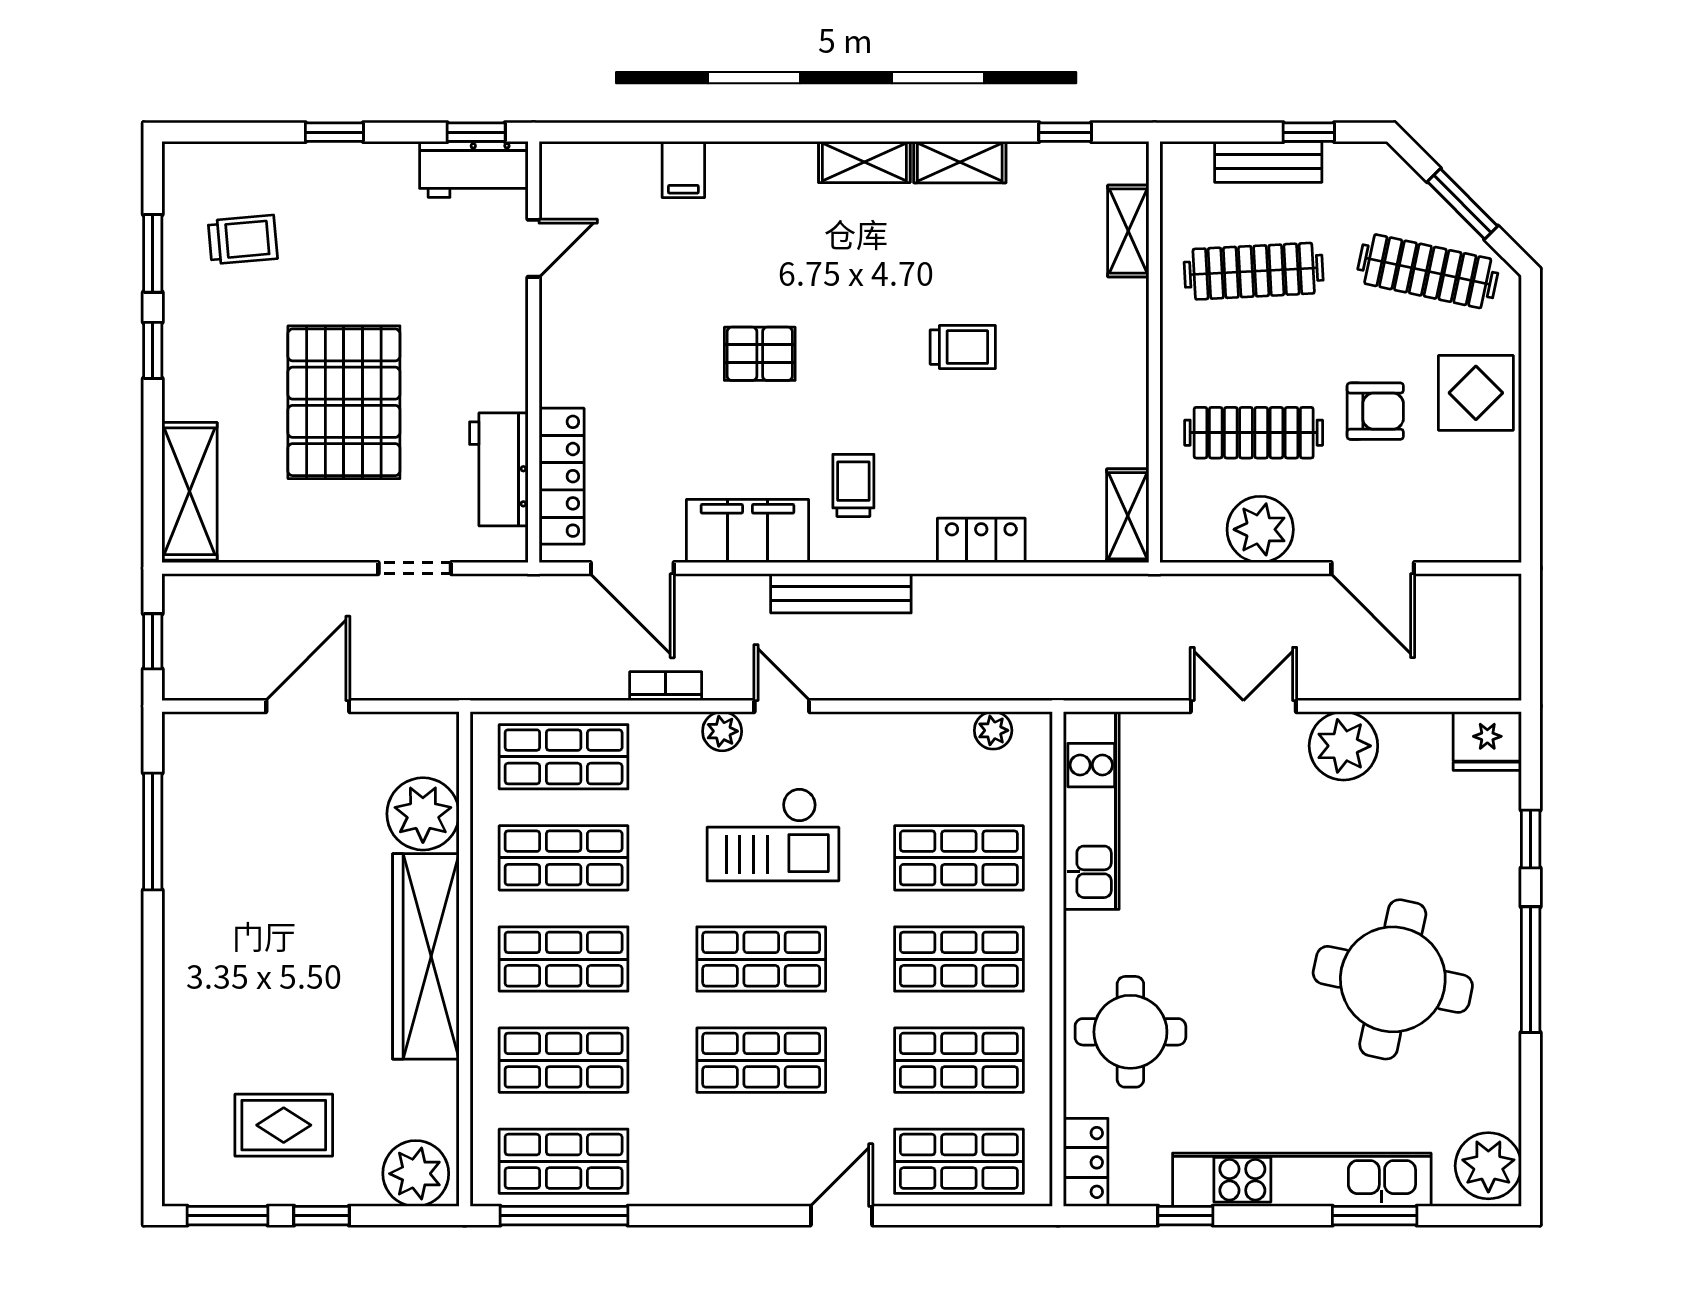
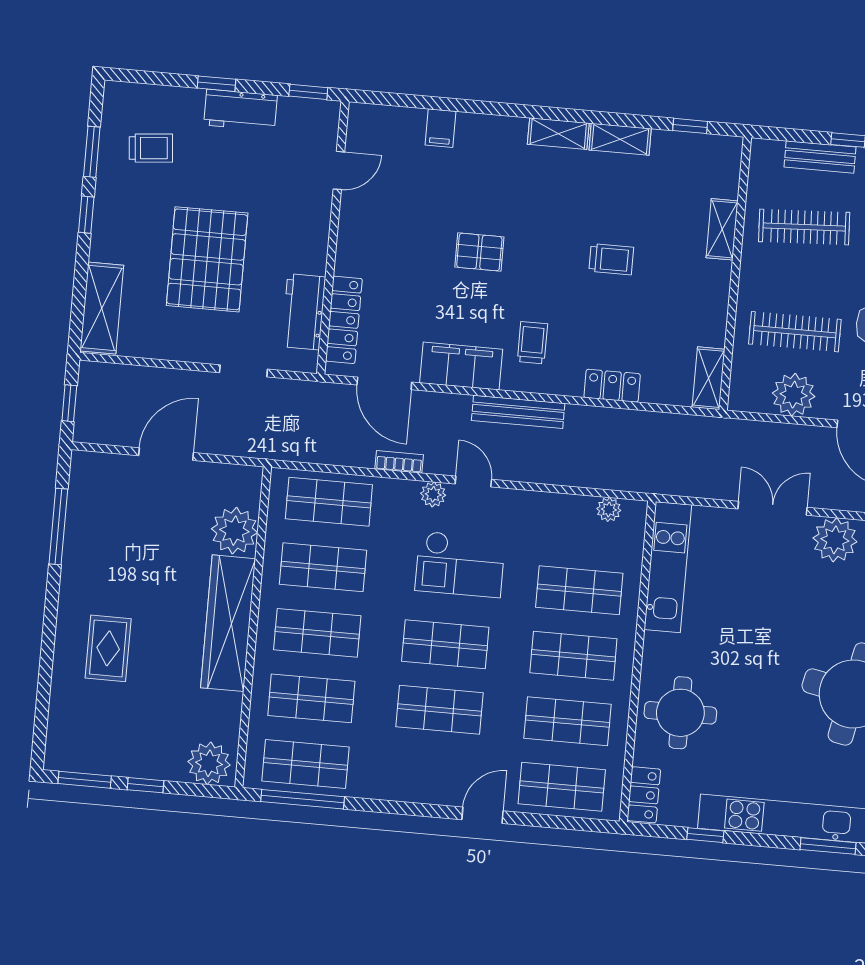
workbench: (474, 169) -> (240, 110), moved
shelving: (1128, 231) -> (722, 229), moved
rug: (284, 1125) -> (108, 648), moved, turned 90

